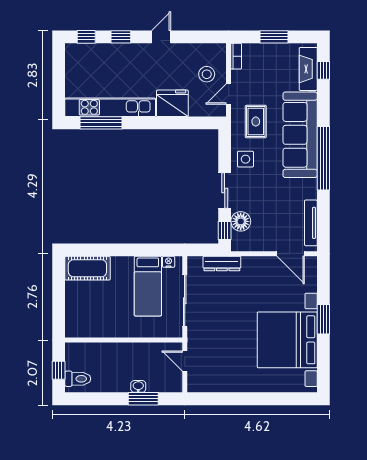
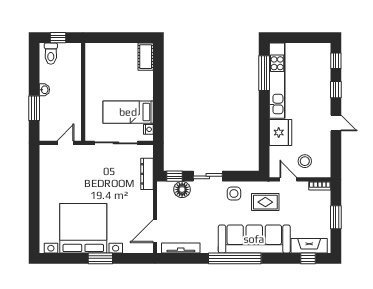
cot: (87, 268) -> (146, 57), width x0.73, depth x0.75
washbasin: (138, 386) -> (44, 90), moved

